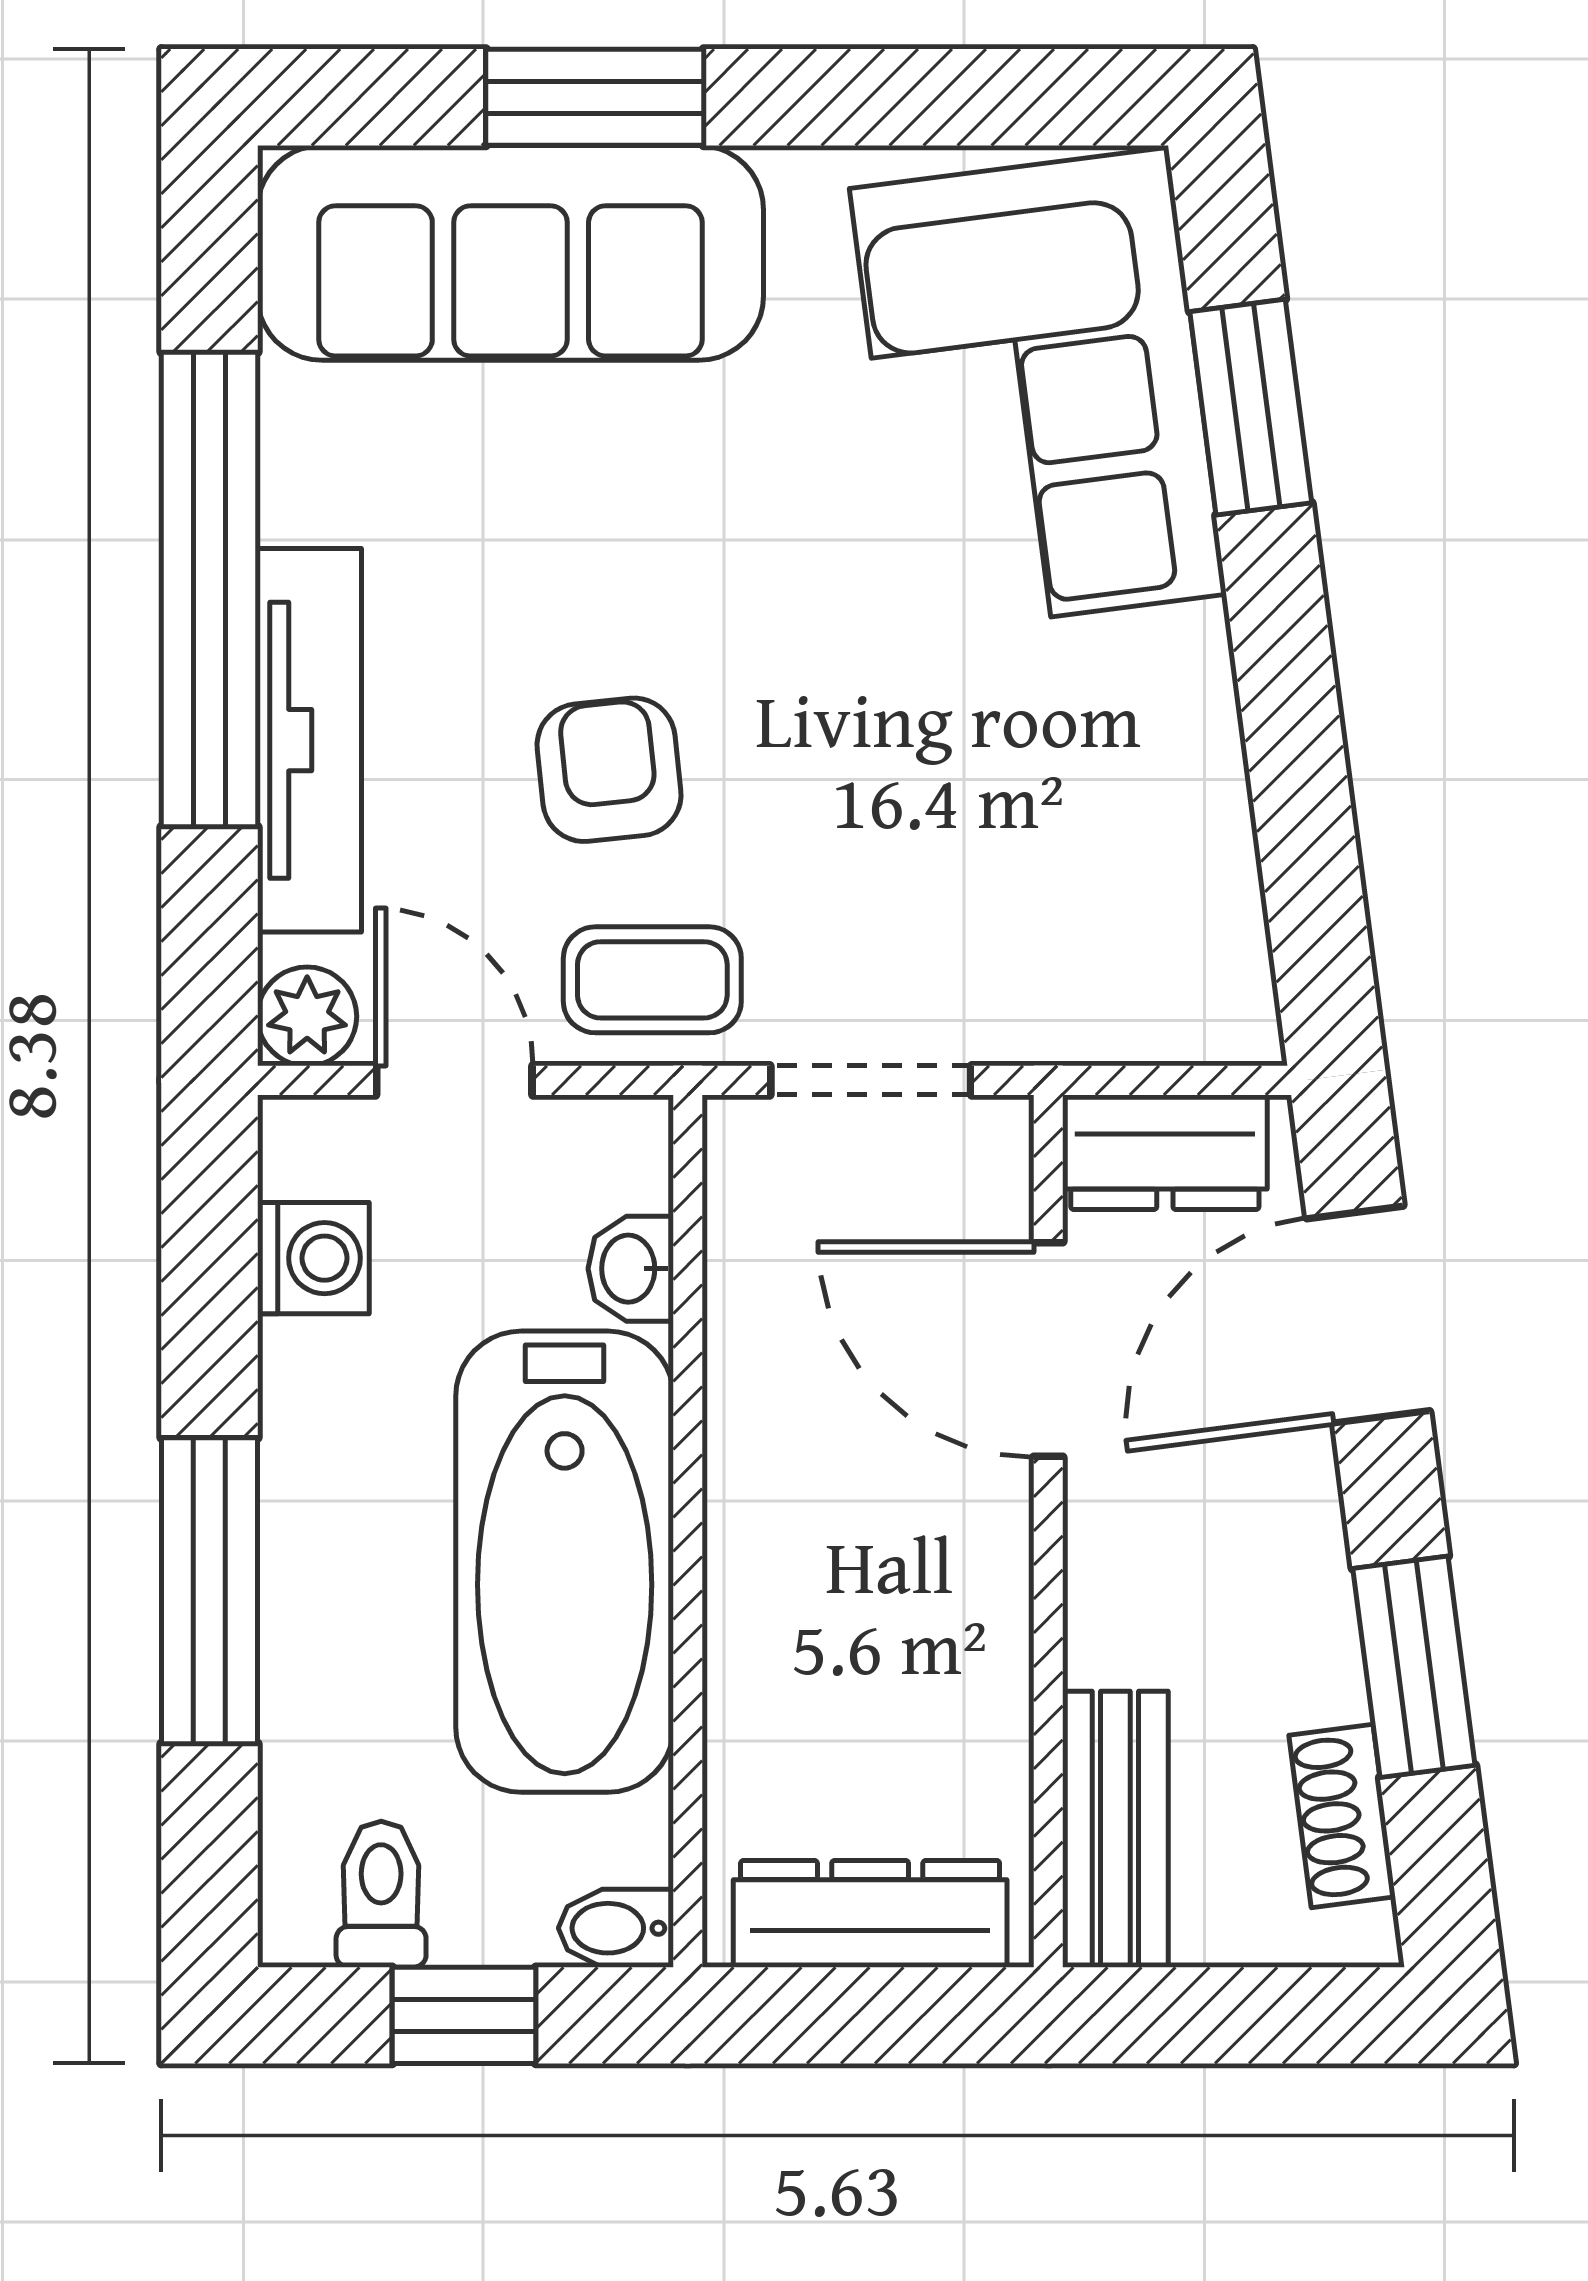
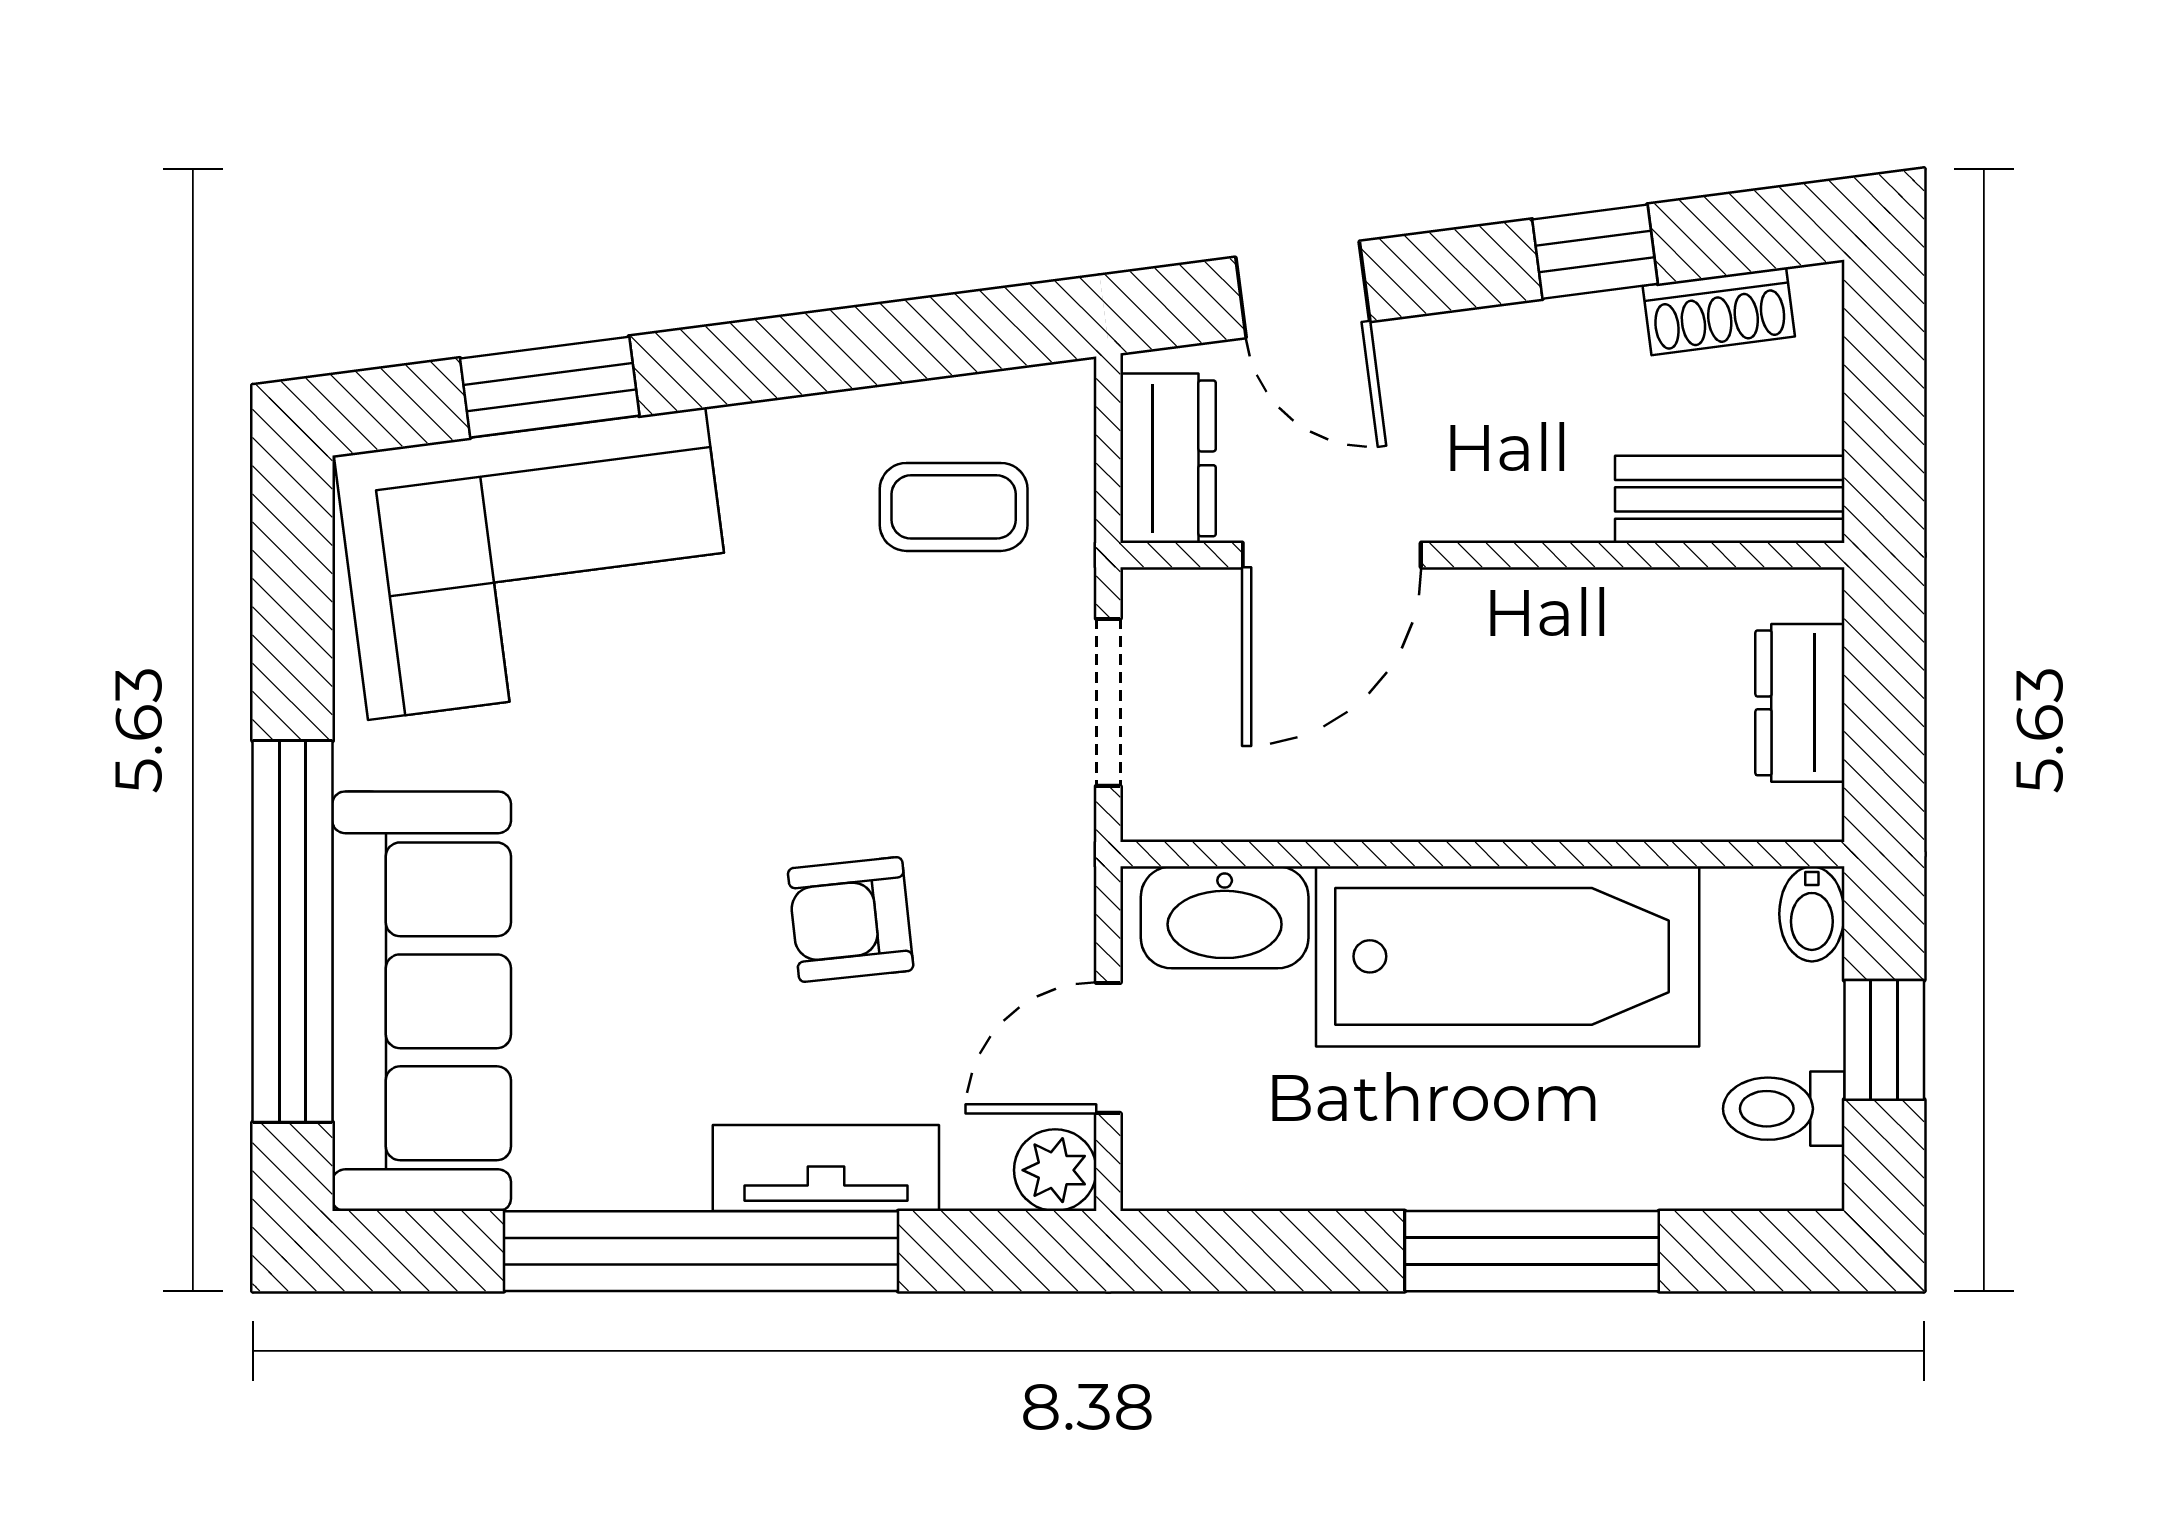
window: (595, 97) -> (293, 931), width x2.11
tv unit: (309, 740) -> (826, 1168), width x0.71
coffee table: (652, 980) -> (954, 507), moved, turned 90
washing machine: (313, 1258) -> (1256, 1165), removed
washbasin: (631, 1269) -> (1225, 917), width x1.91, depth x1.45
door: (1368, 1315) -> (1303, 289), width x0.73
window: (1414, 1667) -> (1595, 252), width x0.67
dresser: (870, 1914) -> (1800, 703), width x0.70

